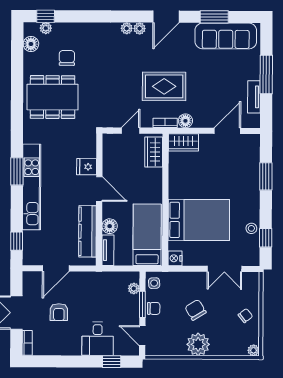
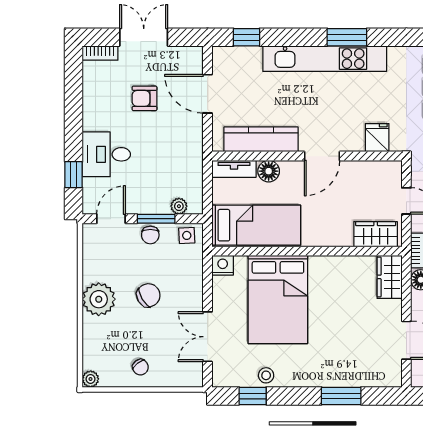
fridge: (87, 167) -> (377, 138), moved

